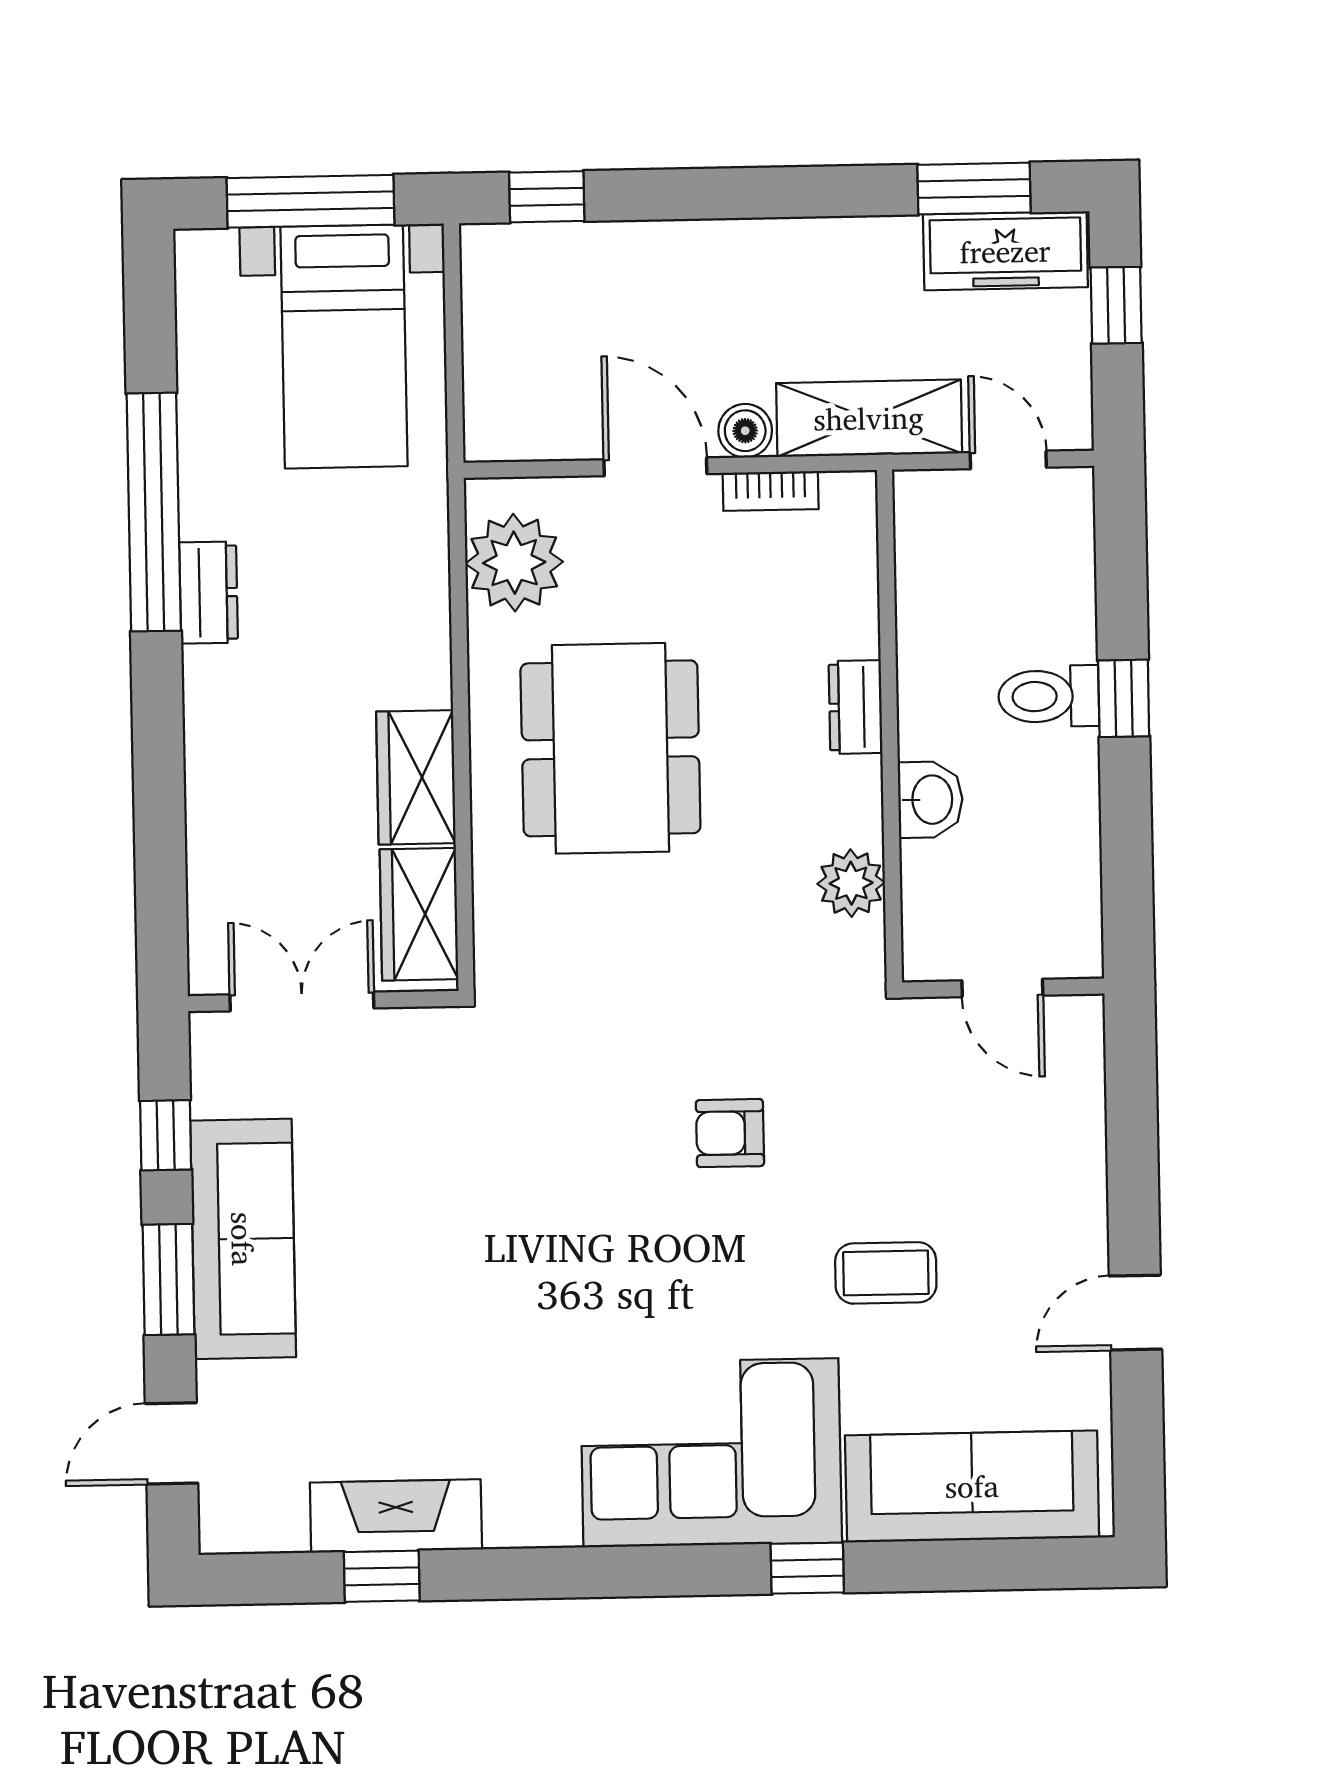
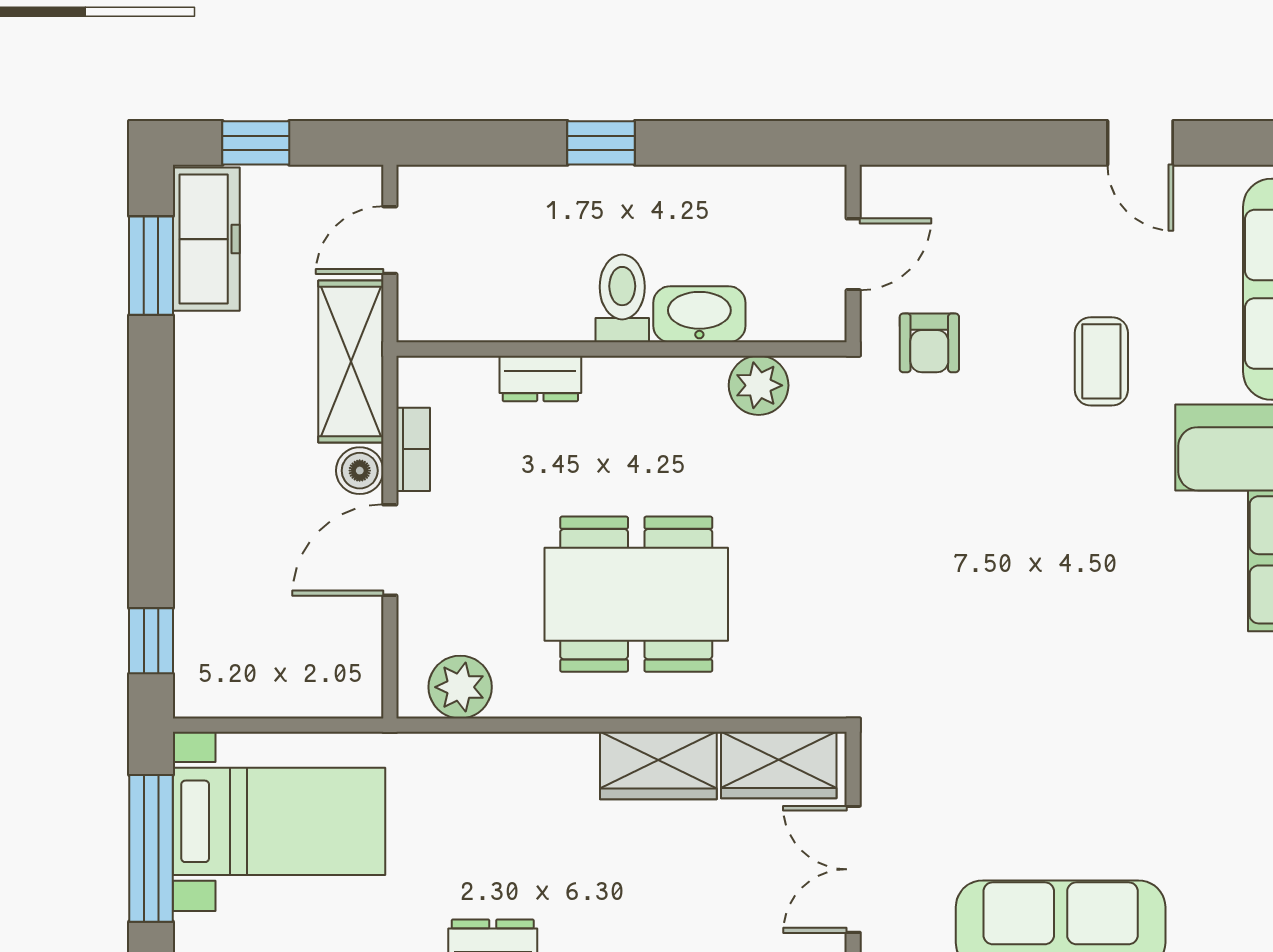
plant: (514, 563) -> (460, 687), width x0.73, depth x0.73
toilet: (1049, 696) -> (622, 298), moved, turned 180
dresser: (856, 707) -> (540, 378), moved
washbasin: (930, 800) -> (699, 314), width x1.38
armchair: (730, 1133) -> (929, 343), moved

